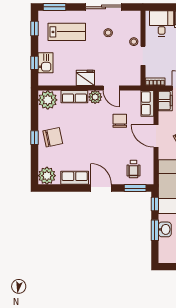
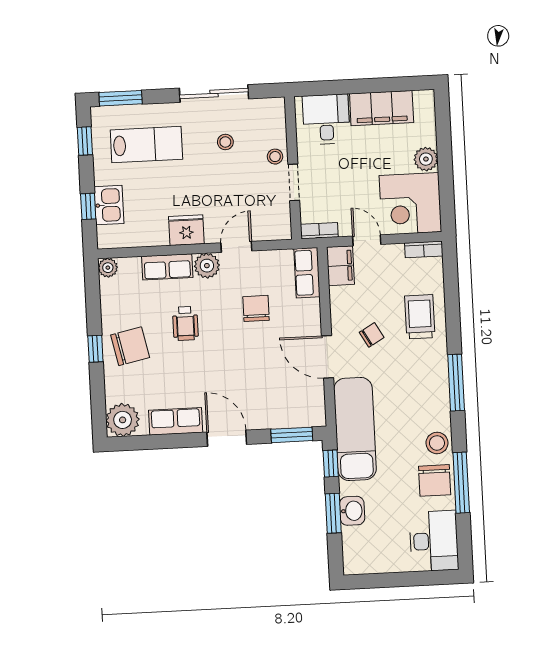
door: (111, 88) -> (236, 247), swing flipped
plant: (48, 100) -> (108, 268), width x0.53, depth x0.53
door: (156, 136) -> (328, 357), moved
wheelchair: (133, 169) -> (185, 323), moved

